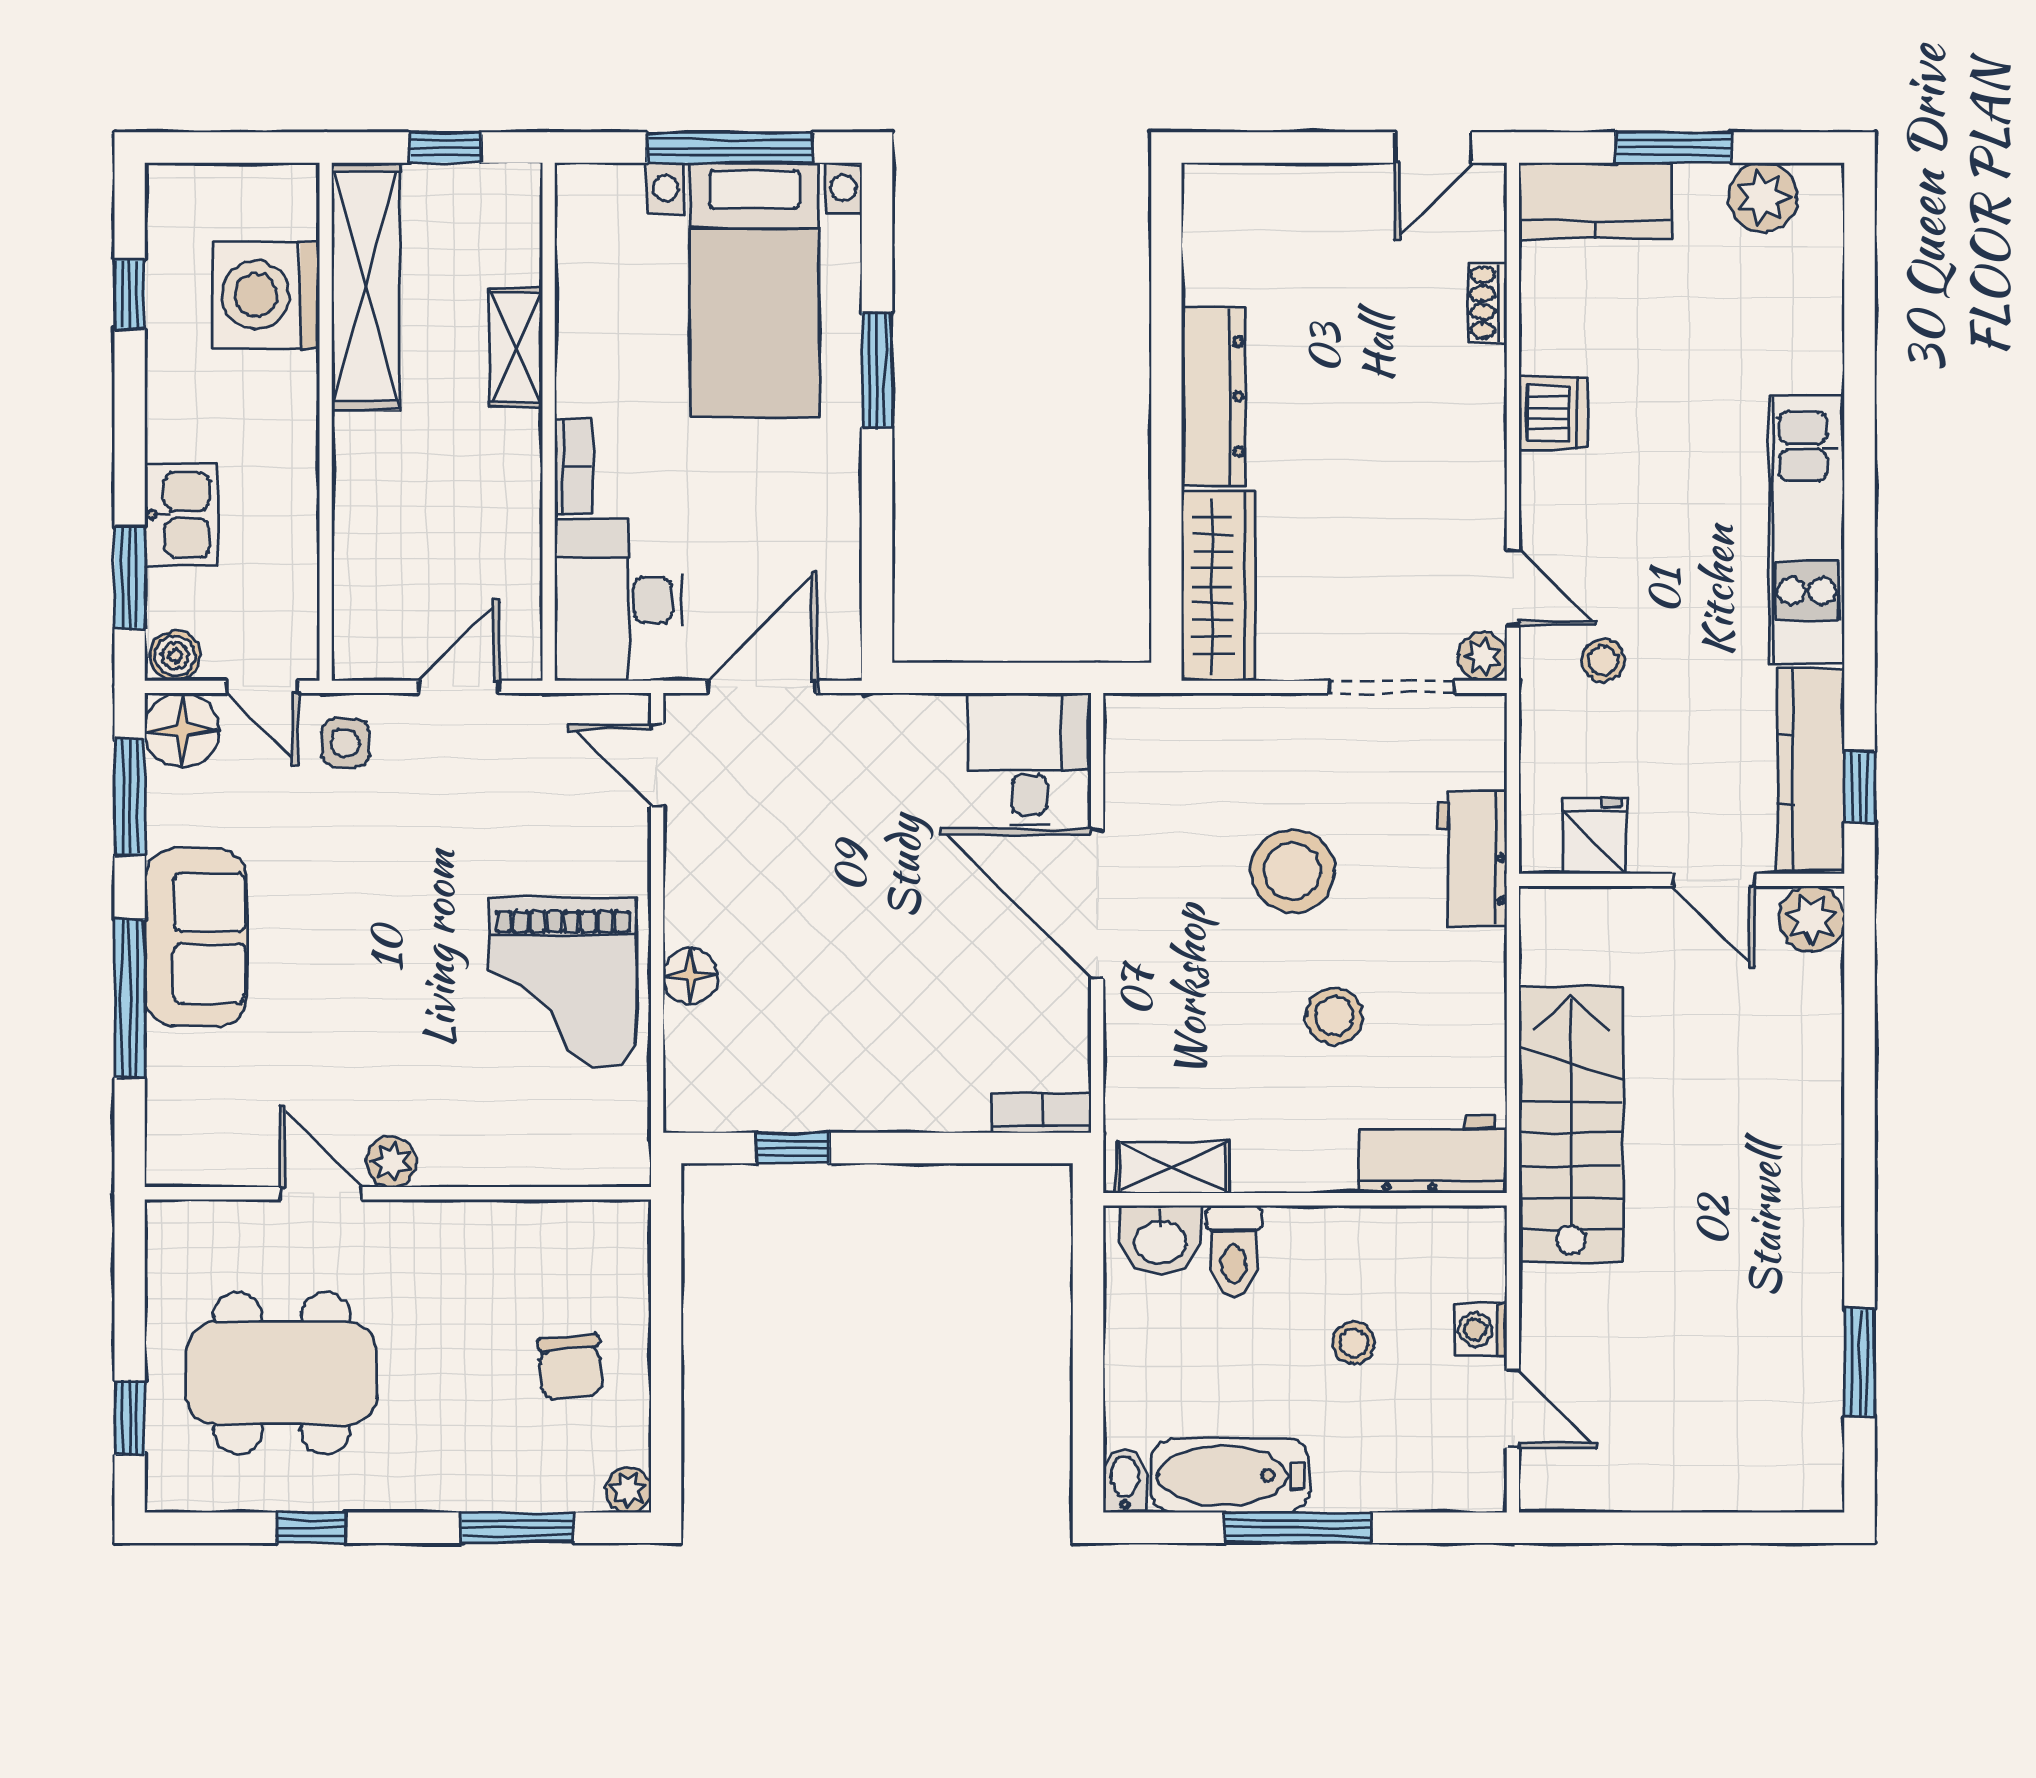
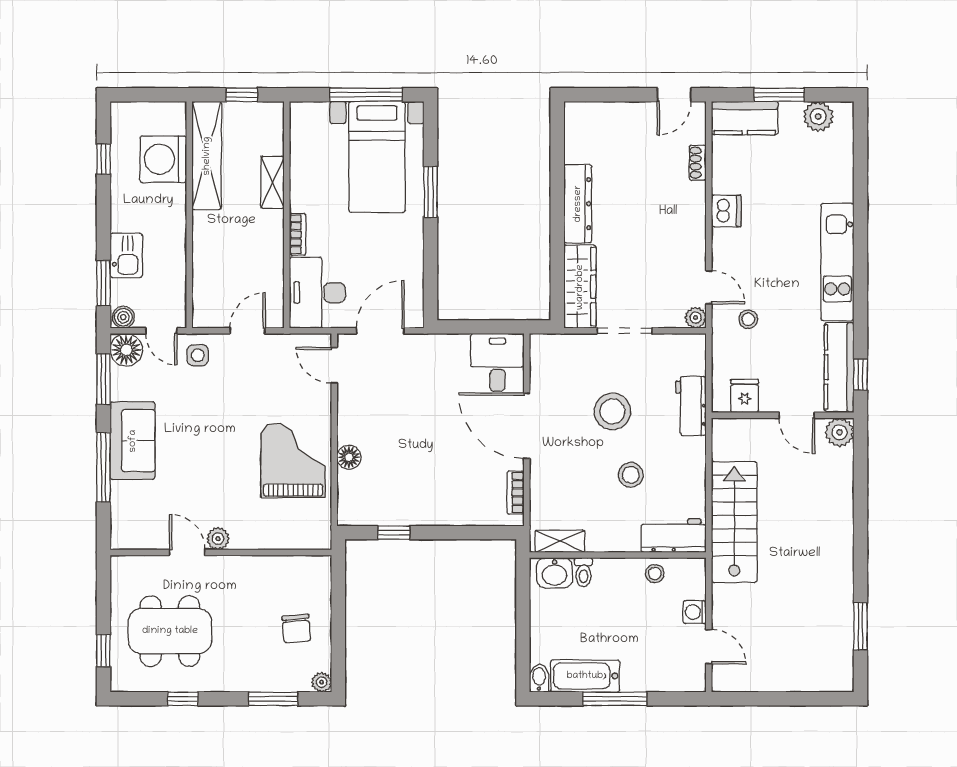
doorway: (1391, 687) -> (625, 331), moved
grand piano: (563, 983) -> (293, 460), turned 180
bookcase: (1042, 1113) -> (516, 492), moved, turned -90
toilet: (1234, 1251) -> (583, 572), width x0.73, depth x0.72
stool: (1354, 1343) -> (655, 574), moved

